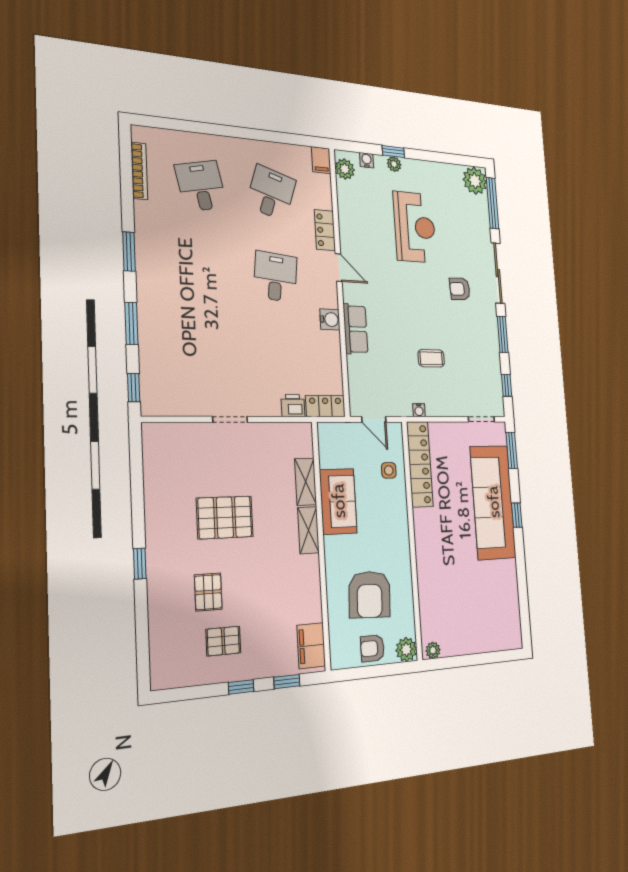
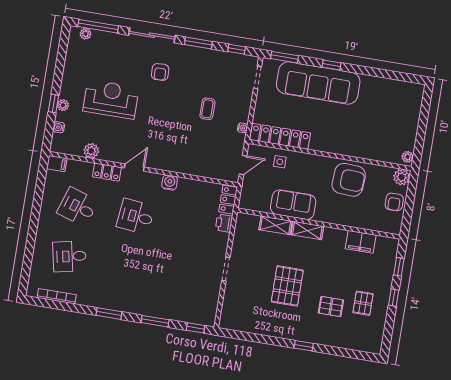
plant: (345, 169) -> (91, 151), moved
plant: (475, 181) -> (86, 34), width x0.53, depth x0.53
row of seats: (356, 329) -> (179, 164), removed
armchair: (370, 595) -> (349, 180), moved
filing cabinet: (311, 646) -> (361, 242), moved

